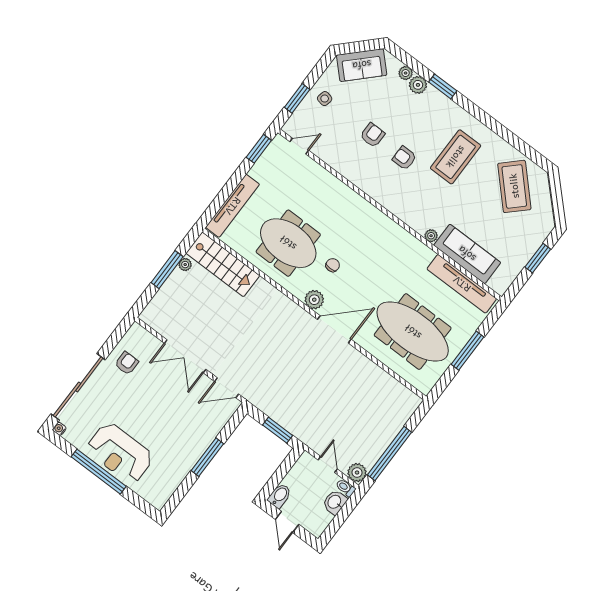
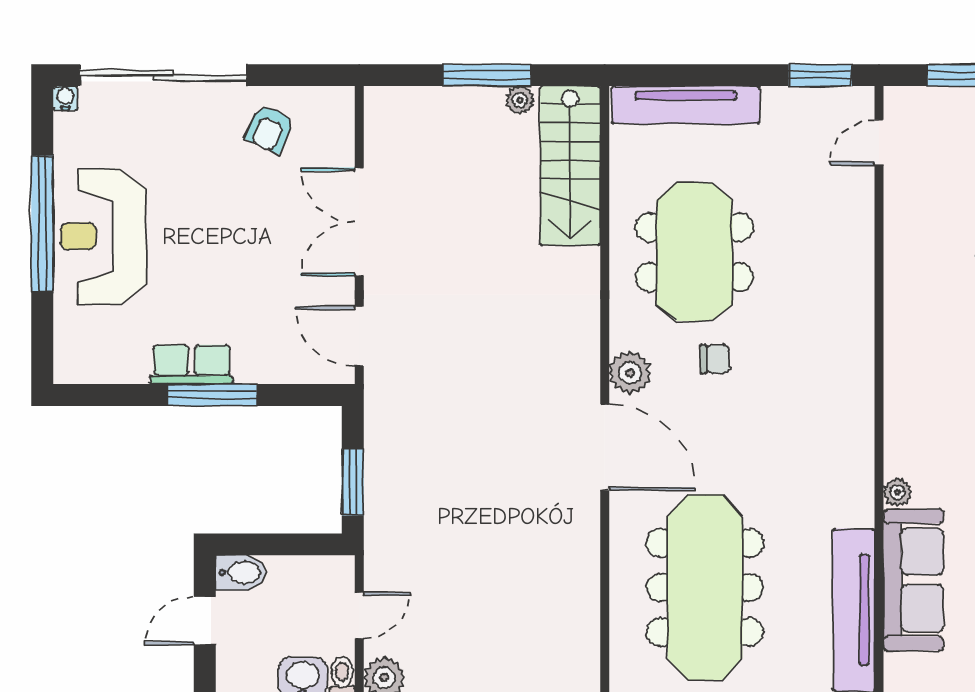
door: (299, 146) -> (879, 142), swing flipped
armchair: (127, 363) -> (270, 129), turned 114
row of seats: (191, 456) -> (192, 364), added

